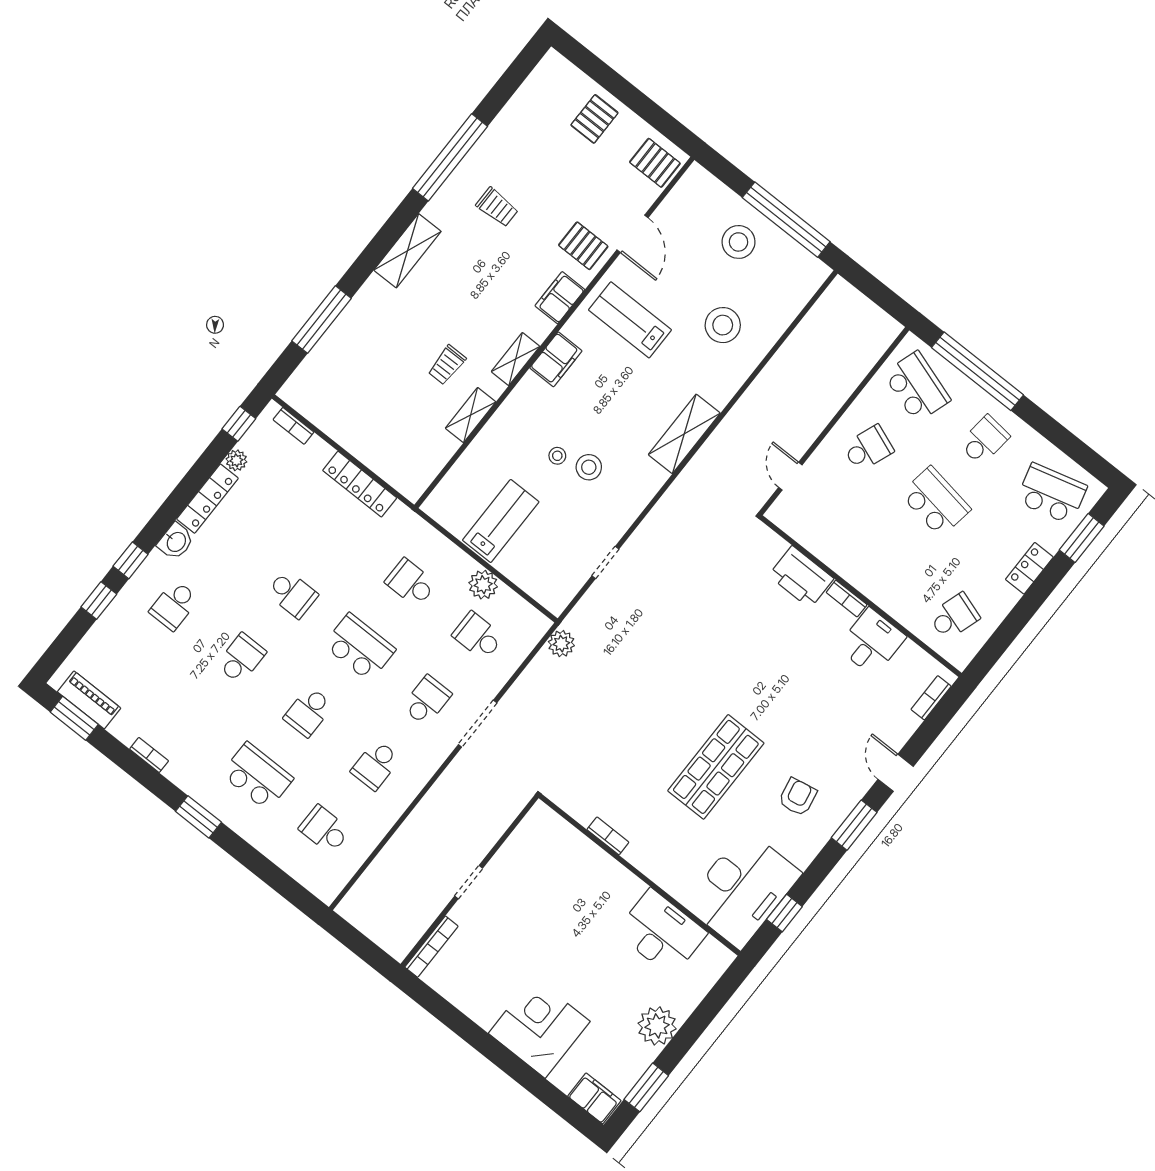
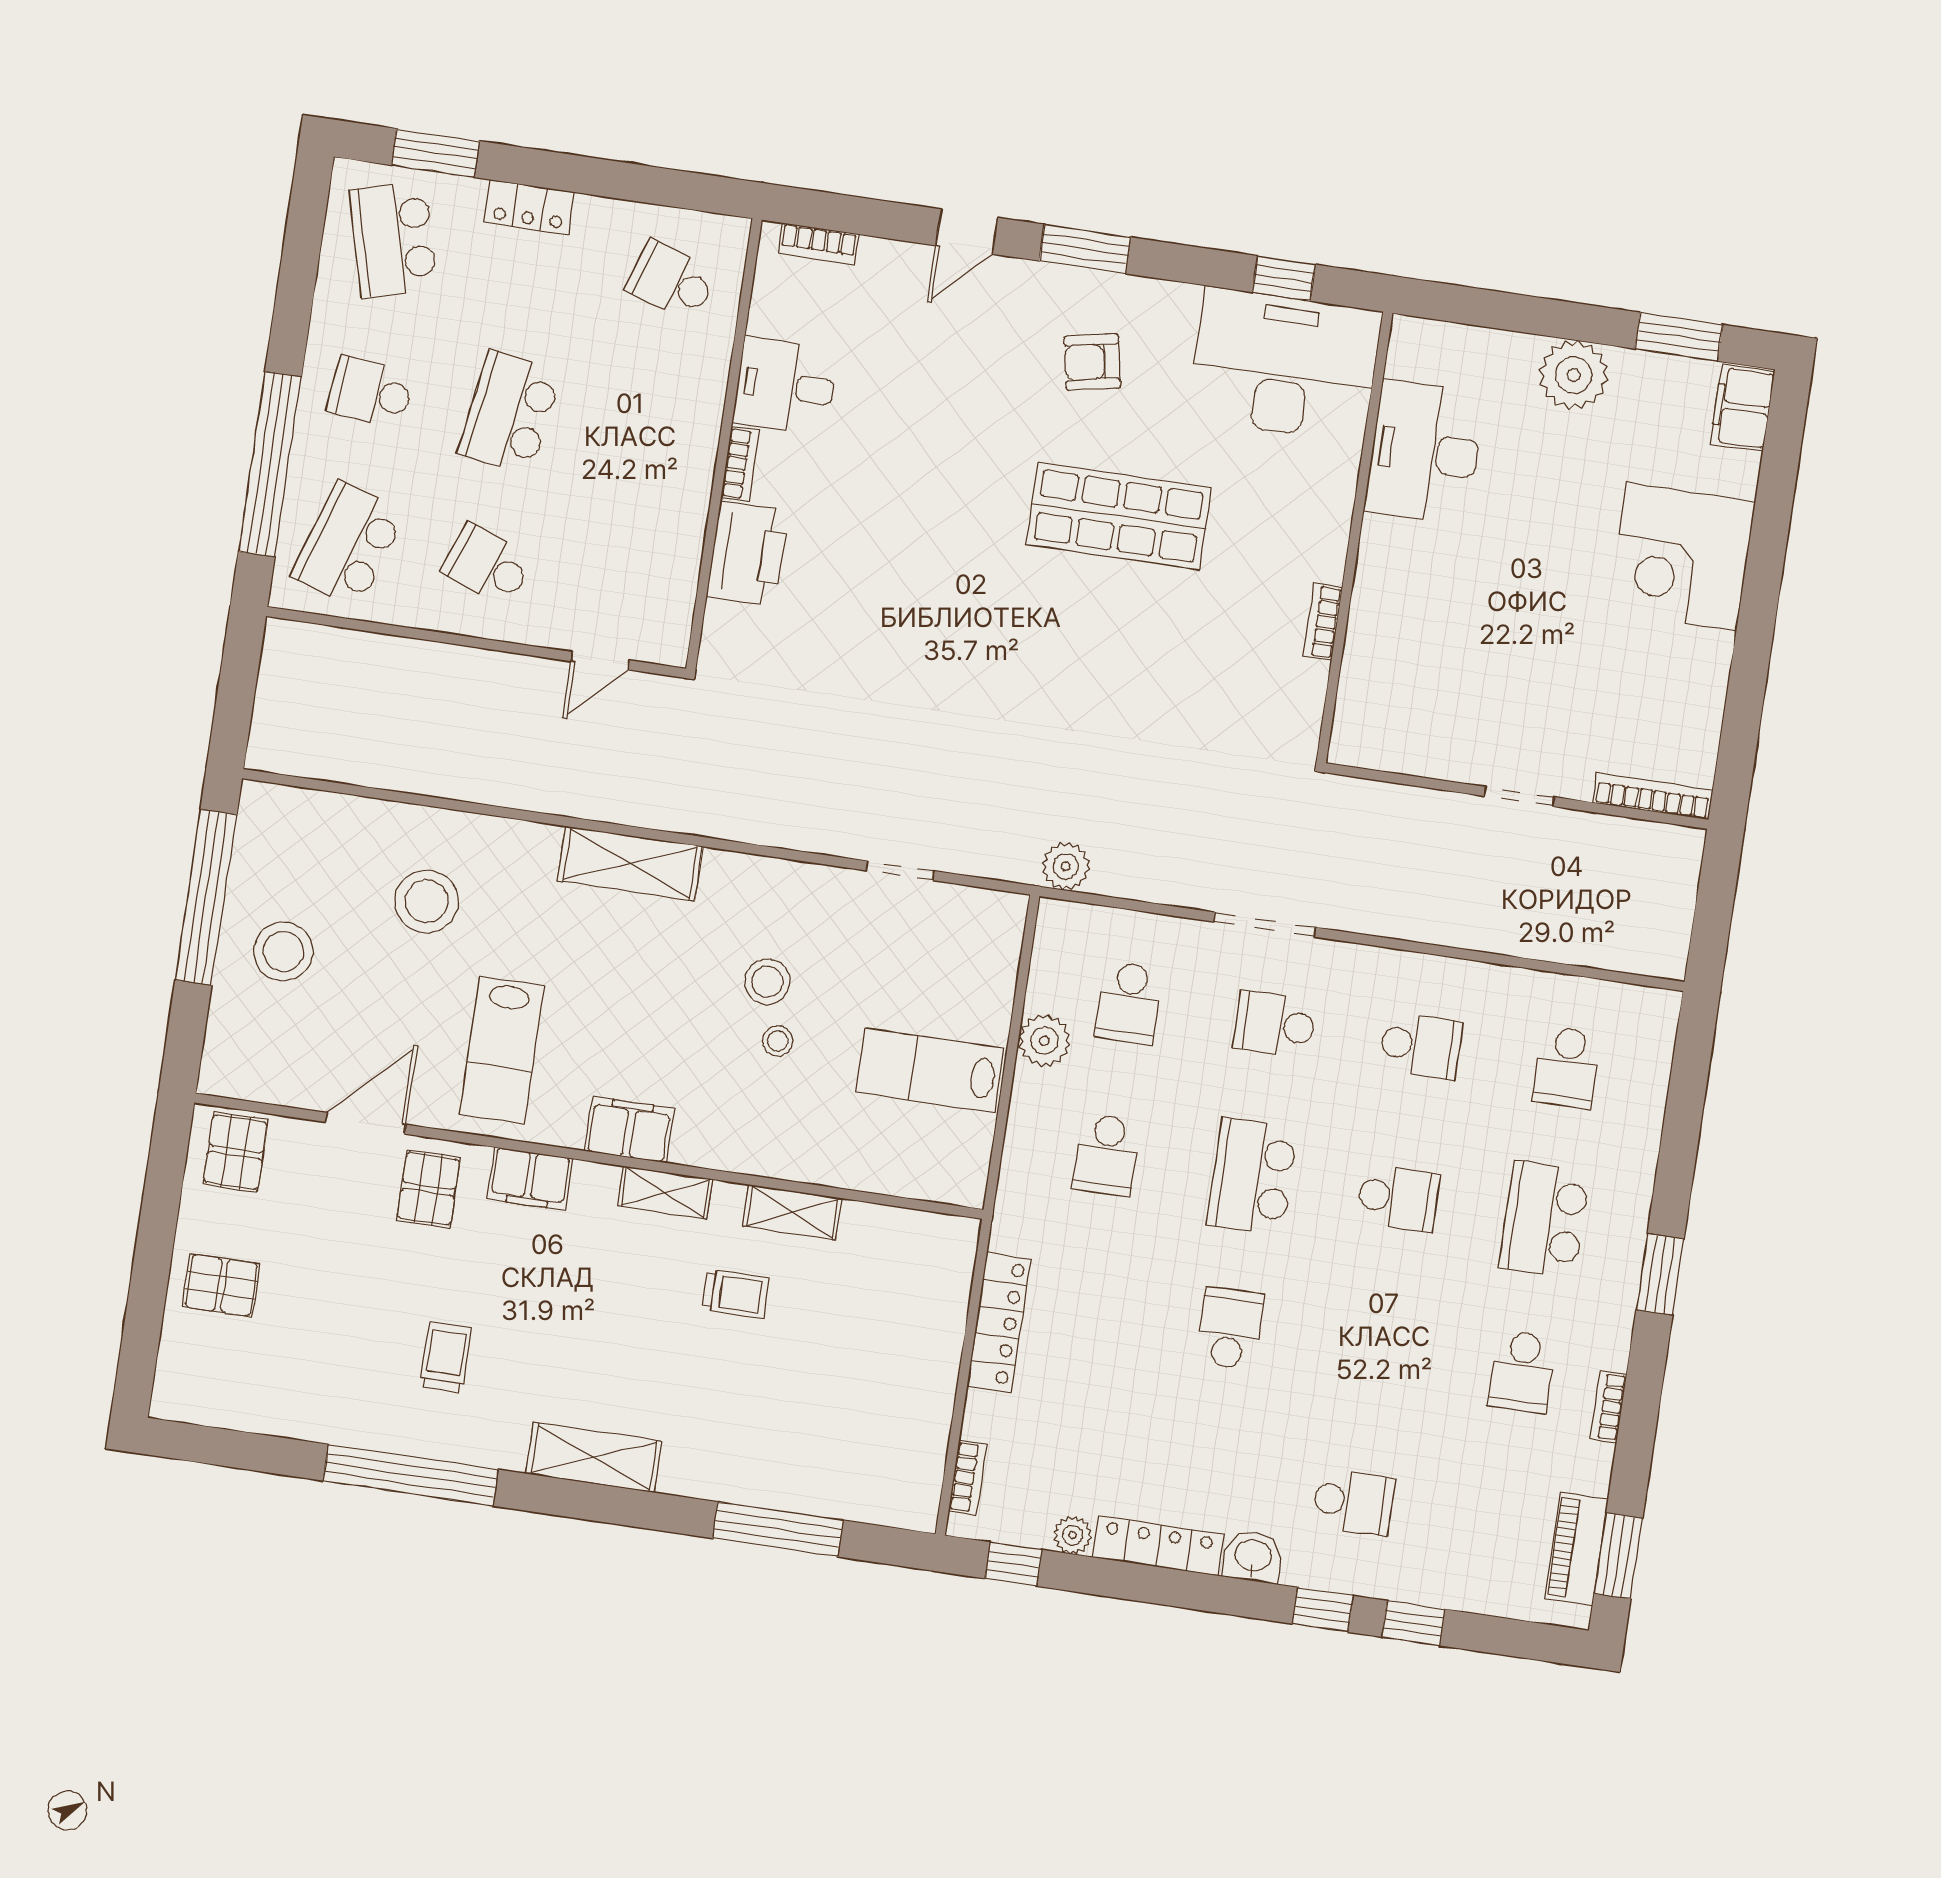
school desk: (241, 658) -> (1522, 1372), moved, turned -90

